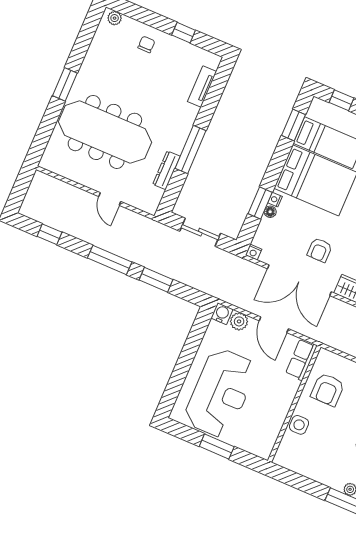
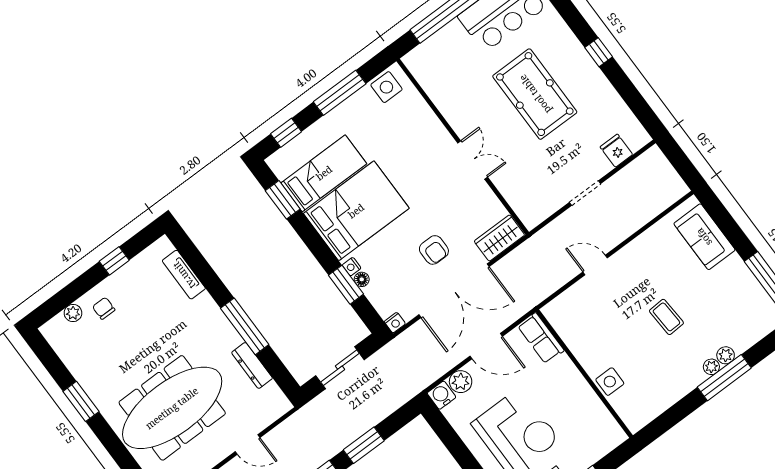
plant: (115, 18) -> (73, 313), moved
window: (65, 84) -> (81, 401), moved
armchair: (328, 390) -> (590, 329), removed

